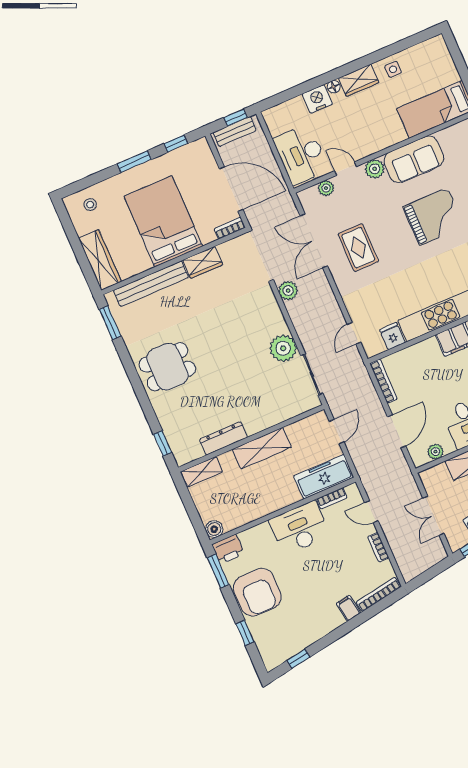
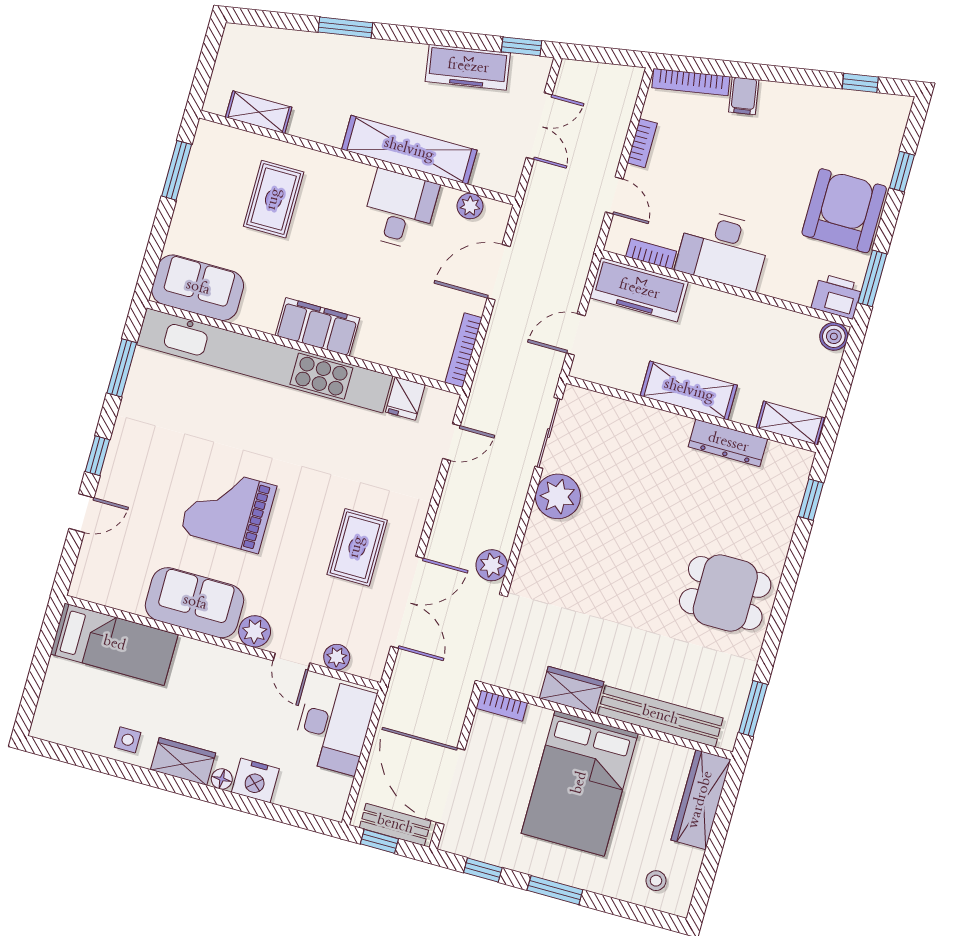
door: (231, 189) -> (450, 786), moved

